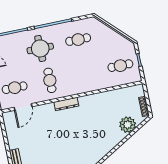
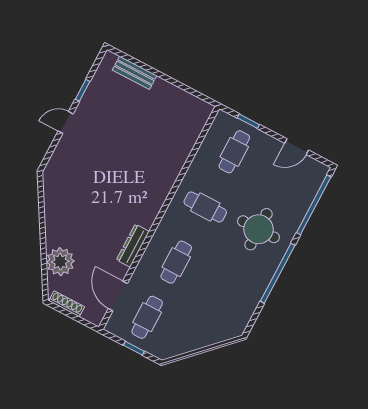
cafe table: (78, 40) -> (176, 262), moved
dresser: (66, 104) -> (133, 246), moved
door: (23, 107) -> (118, 296), moved

